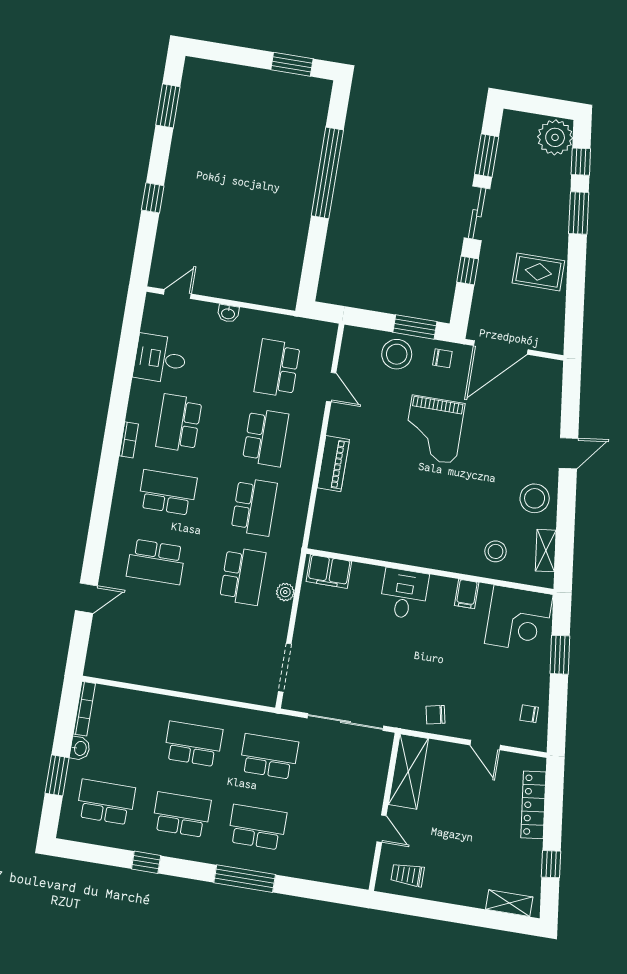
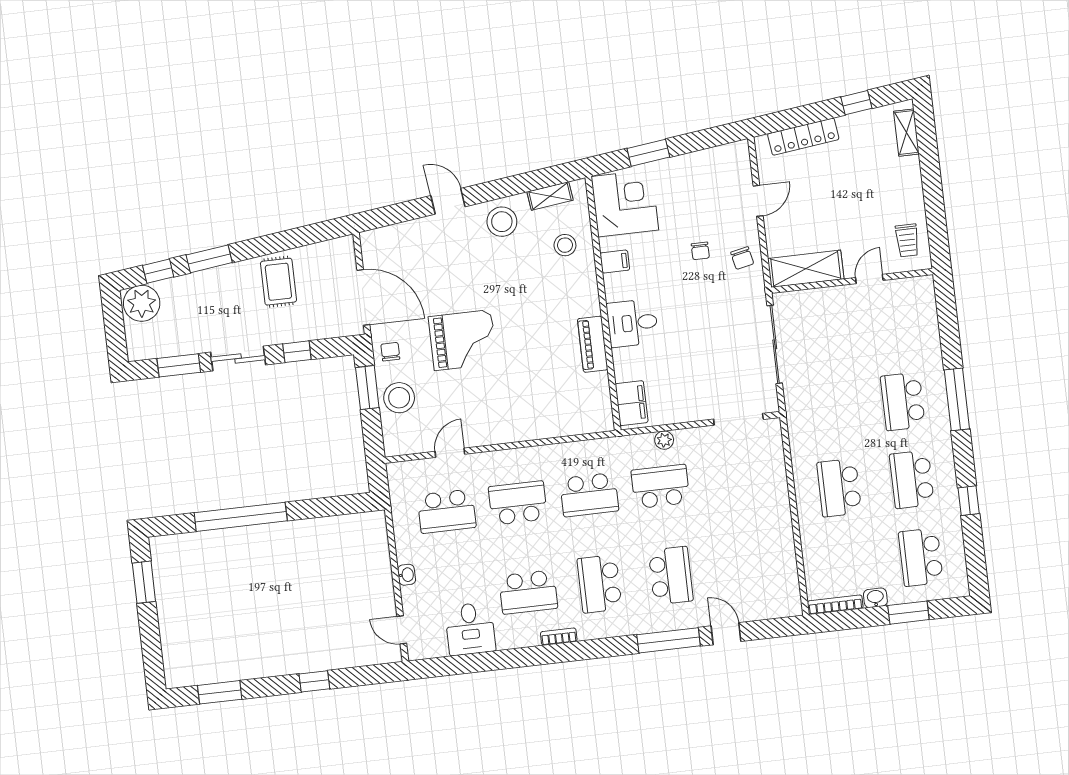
piano: (333, 464) -> (593, 344), moved, turned -90
school desk: (254, 507) -> (589, 495), turned 180
window: (96, 542) -> (669, 640), added
chair: (529, 714) -> (700, 251), moved
school desk: (269, 756) -> (830, 410), removed

